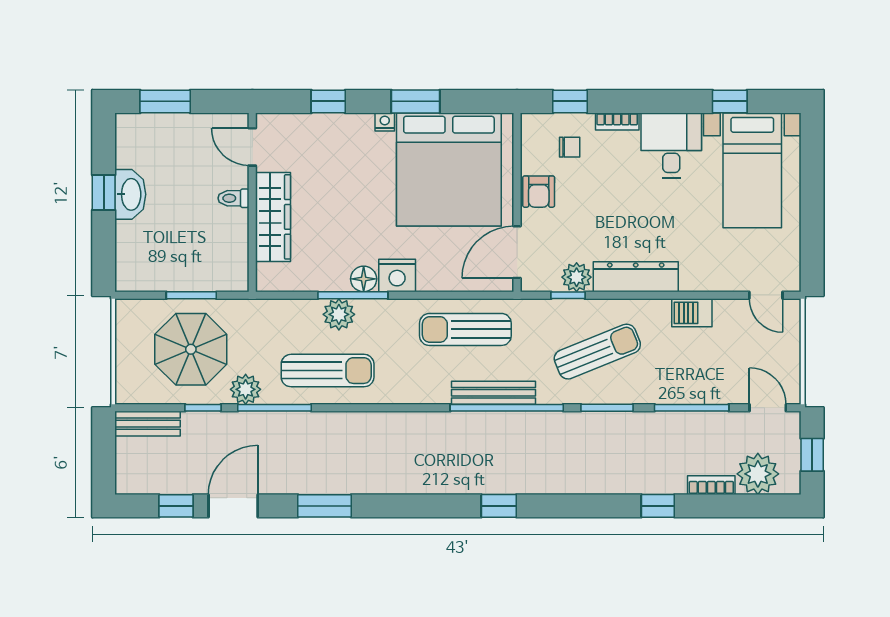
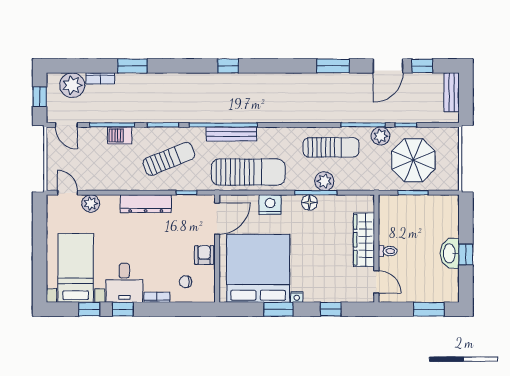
window: (570, 101) -> (123, 309), moved
nightstand: (397, 275) -> (270, 205), moved
plant: (577, 277) -> (91, 204), moved
barbecue: (692, 313) -> (120, 135), moved, turned 180
sun lounger: (465, 329) -> (248, 172), width x1.36, depth x1.34
sun lounger: (597, 352) -> (169, 159), turned 180
sun lounger: (328, 371) -> (331, 147), turned 180
bench: (147, 424) -> (452, 92), moved, turned 90
window: (658, 506) -> (132, 66), width x1.50

